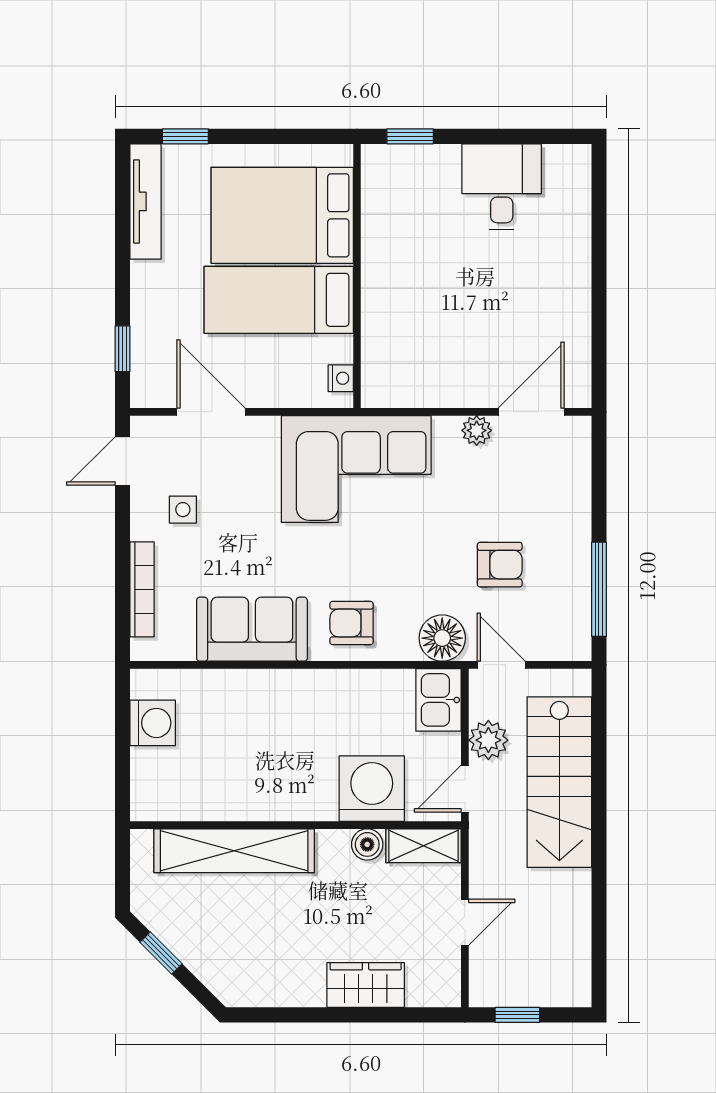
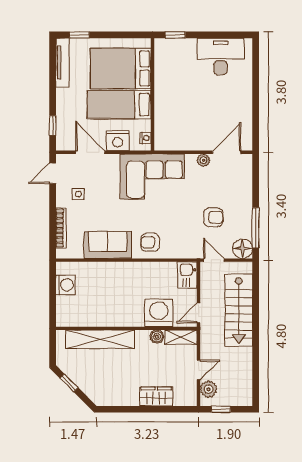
desk: (502, 187) -> (221, 56), width x1.37
nightstand: (275, 385) -> (118, 141), added
floor lamp: (442, 638) -> (243, 249), moved
plant: (488, 740) -> (209, 389), moved

